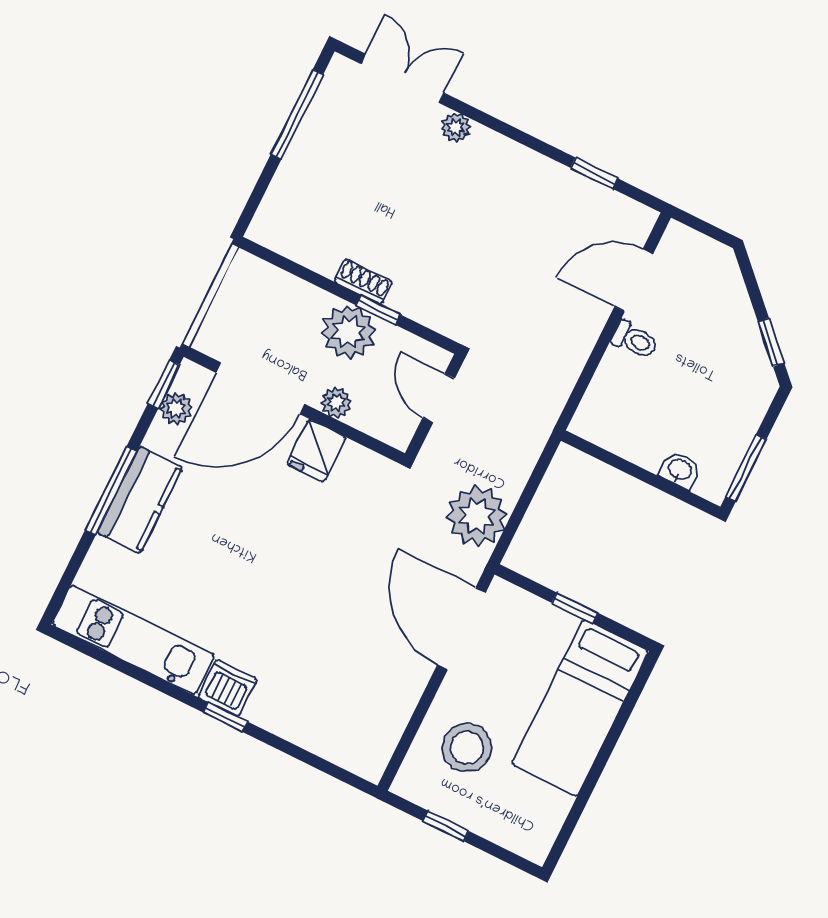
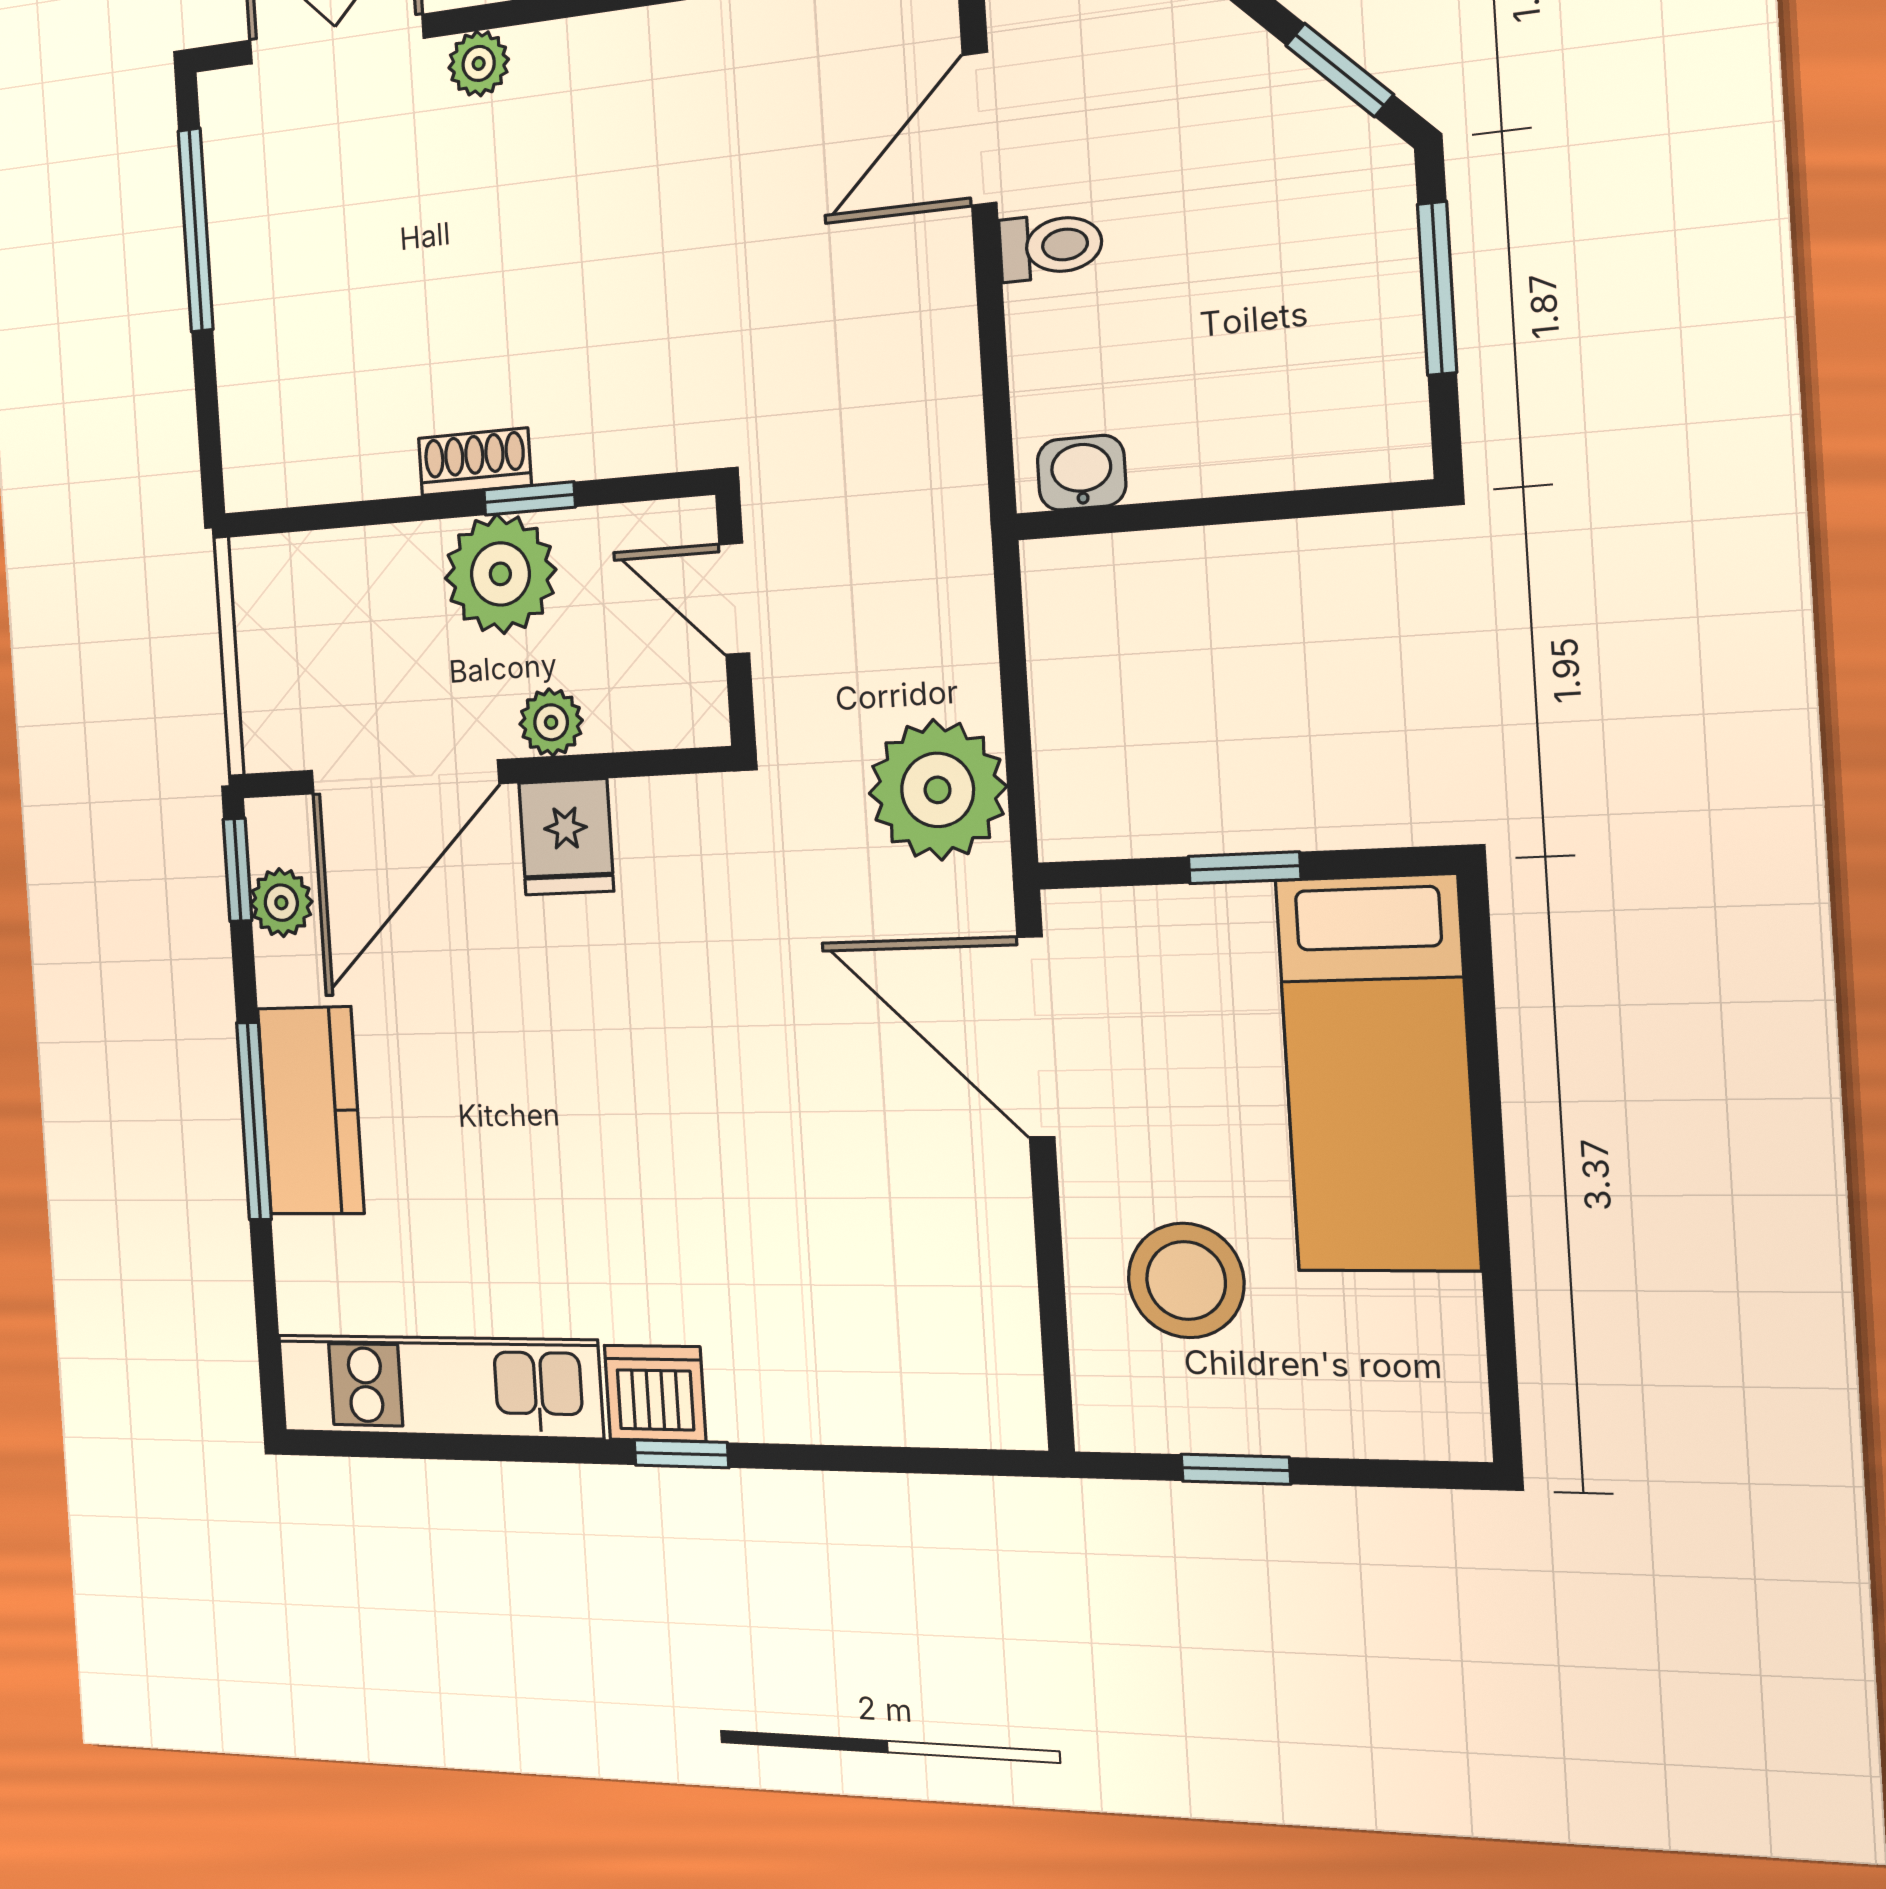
window: (746, 468) -> (1437, 288), moved
washbasin: (680, 470) -> (1082, 473), moved

